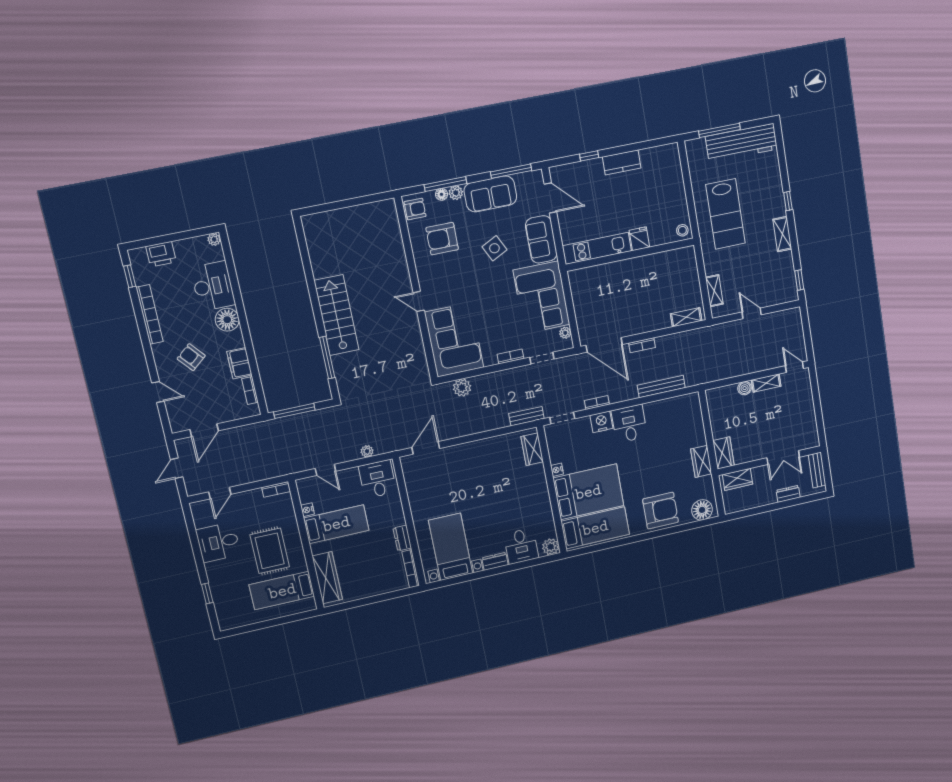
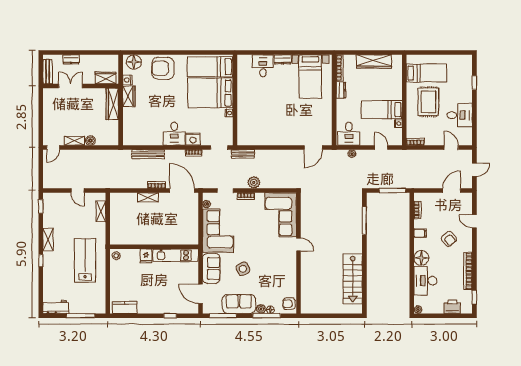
workbench: (741, 143) -> (56, 307), width x0.53, depth x0.76
kitchen counter: (622, 162) -> (125, 307), moved
armchair: (442, 239) -> (276, 282), removed
stairs: (336, 315) -> (353, 279), moved
shelving: (686, 317) -> (148, 197), moved
filing cabinet: (239, 363) -> (420, 233), width x0.50
door: (794, 367) -> (53, 147), hinge flipped
plant: (462, 388) -> (254, 182), moved
wardrobe: (532, 449) -> (243, 131), removed
wardrobe: (724, 453) -> (112, 104), width x1.50
nightstand: (707, 483) -> (127, 80), added
door: (220, 493) -> (451, 147), hinge flipped
plant: (551, 547) -> (243, 61), removed
wardrobe: (327, 578) -> (374, 61), moved, turned -90

